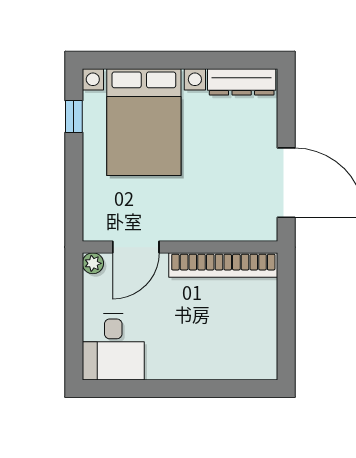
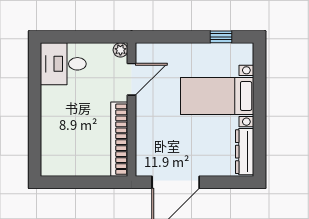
bed with nightstands: (144, 122) -> (217, 96), width x0.73
door: (136, 247) -> (132, 79), swing flipped

